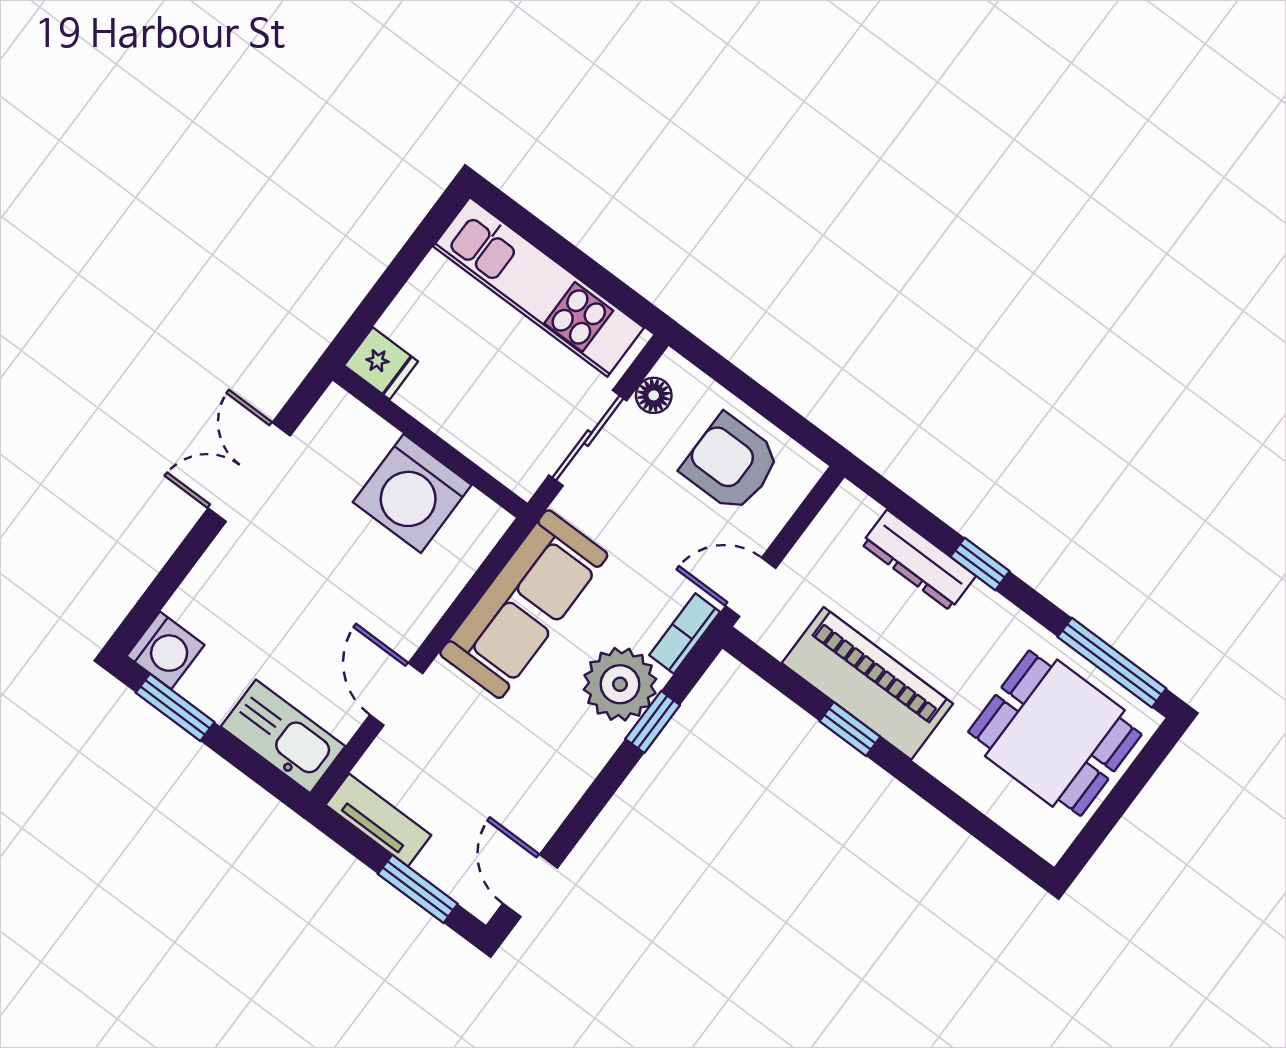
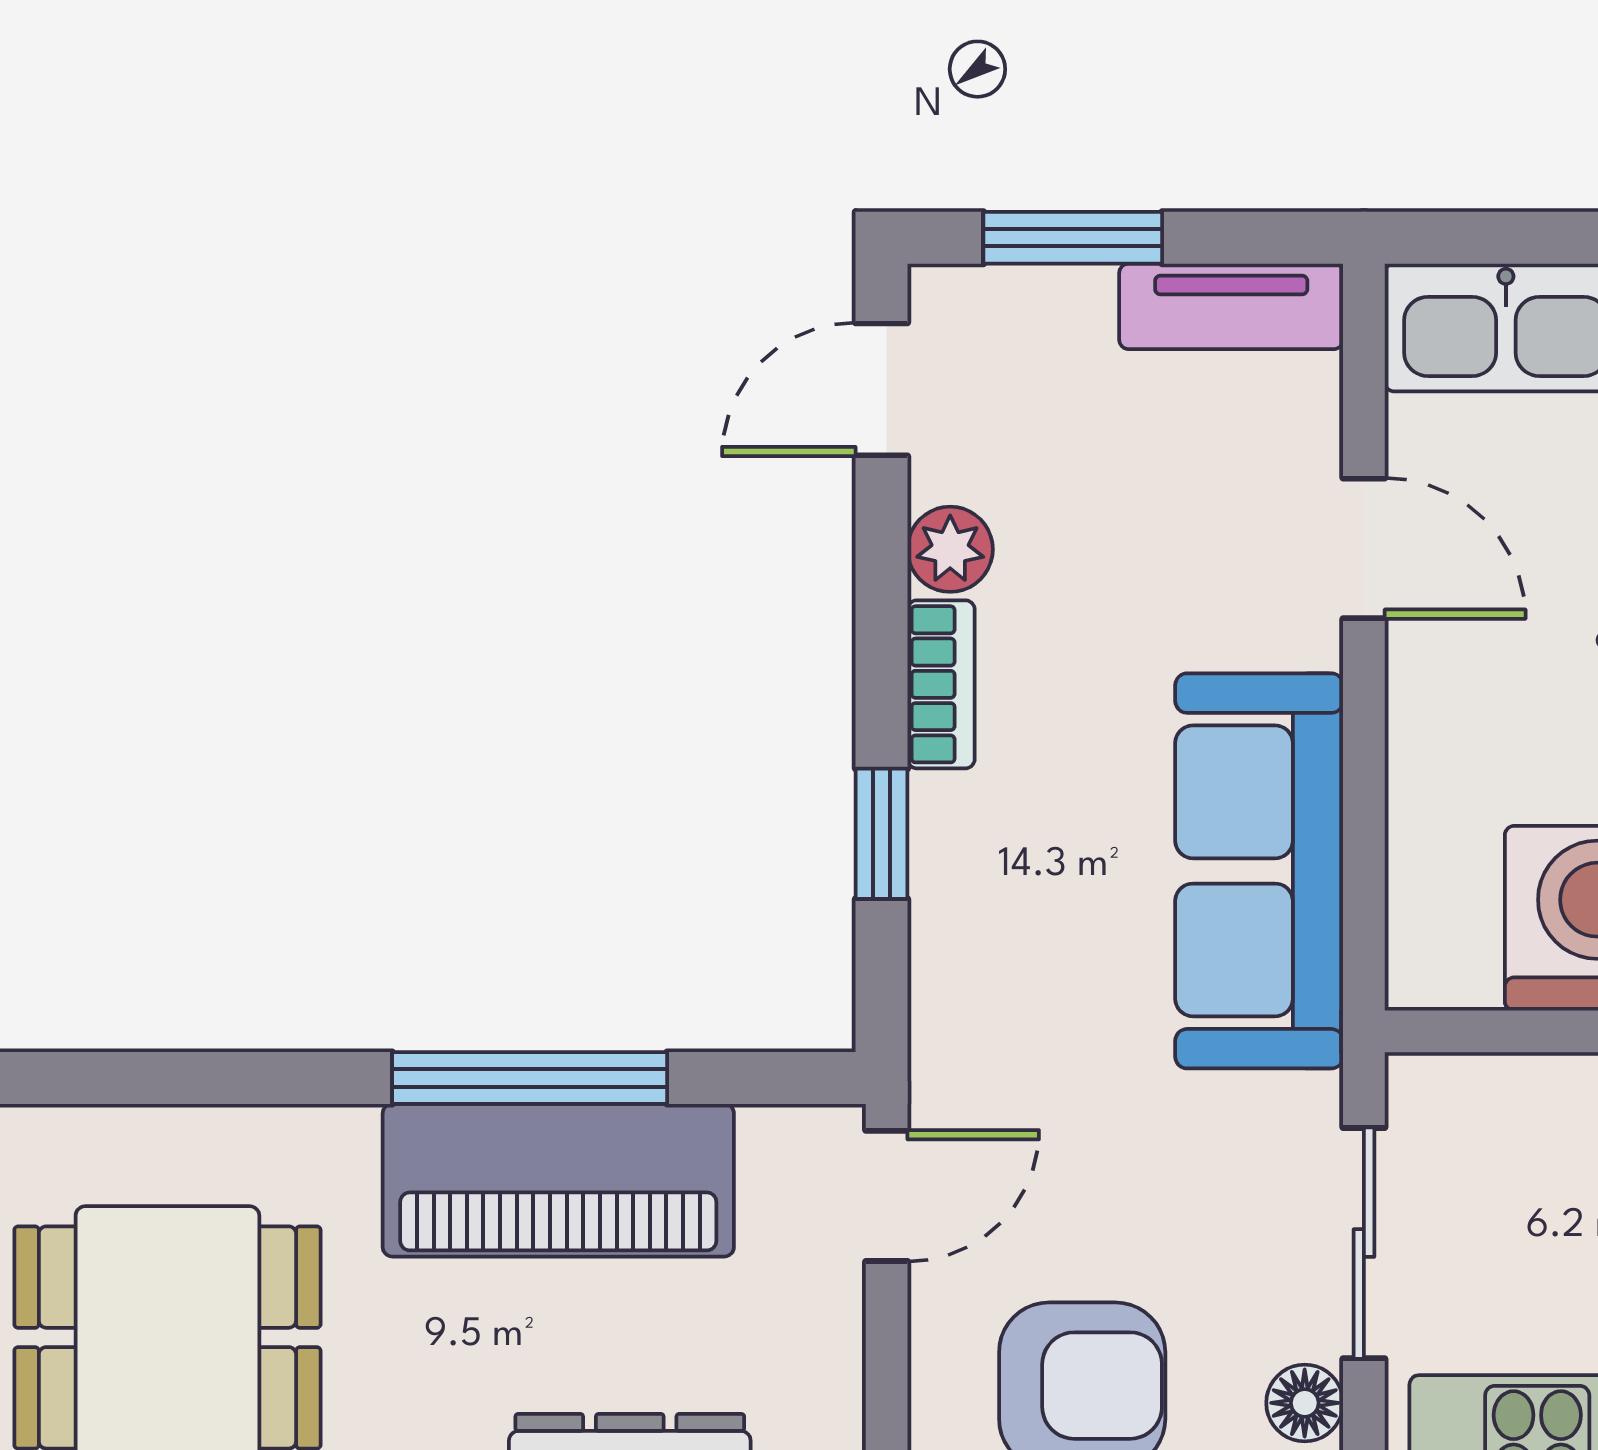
bookcase: (685, 634) -> (941, 684), moved
plant: (620, 684) -> (950, 549), moved, width x0.53, depth x0.53
window: (850, 729) -> (530, 1078), width x2.17
door: (530, 886) -> (882, 389), swing flipped

